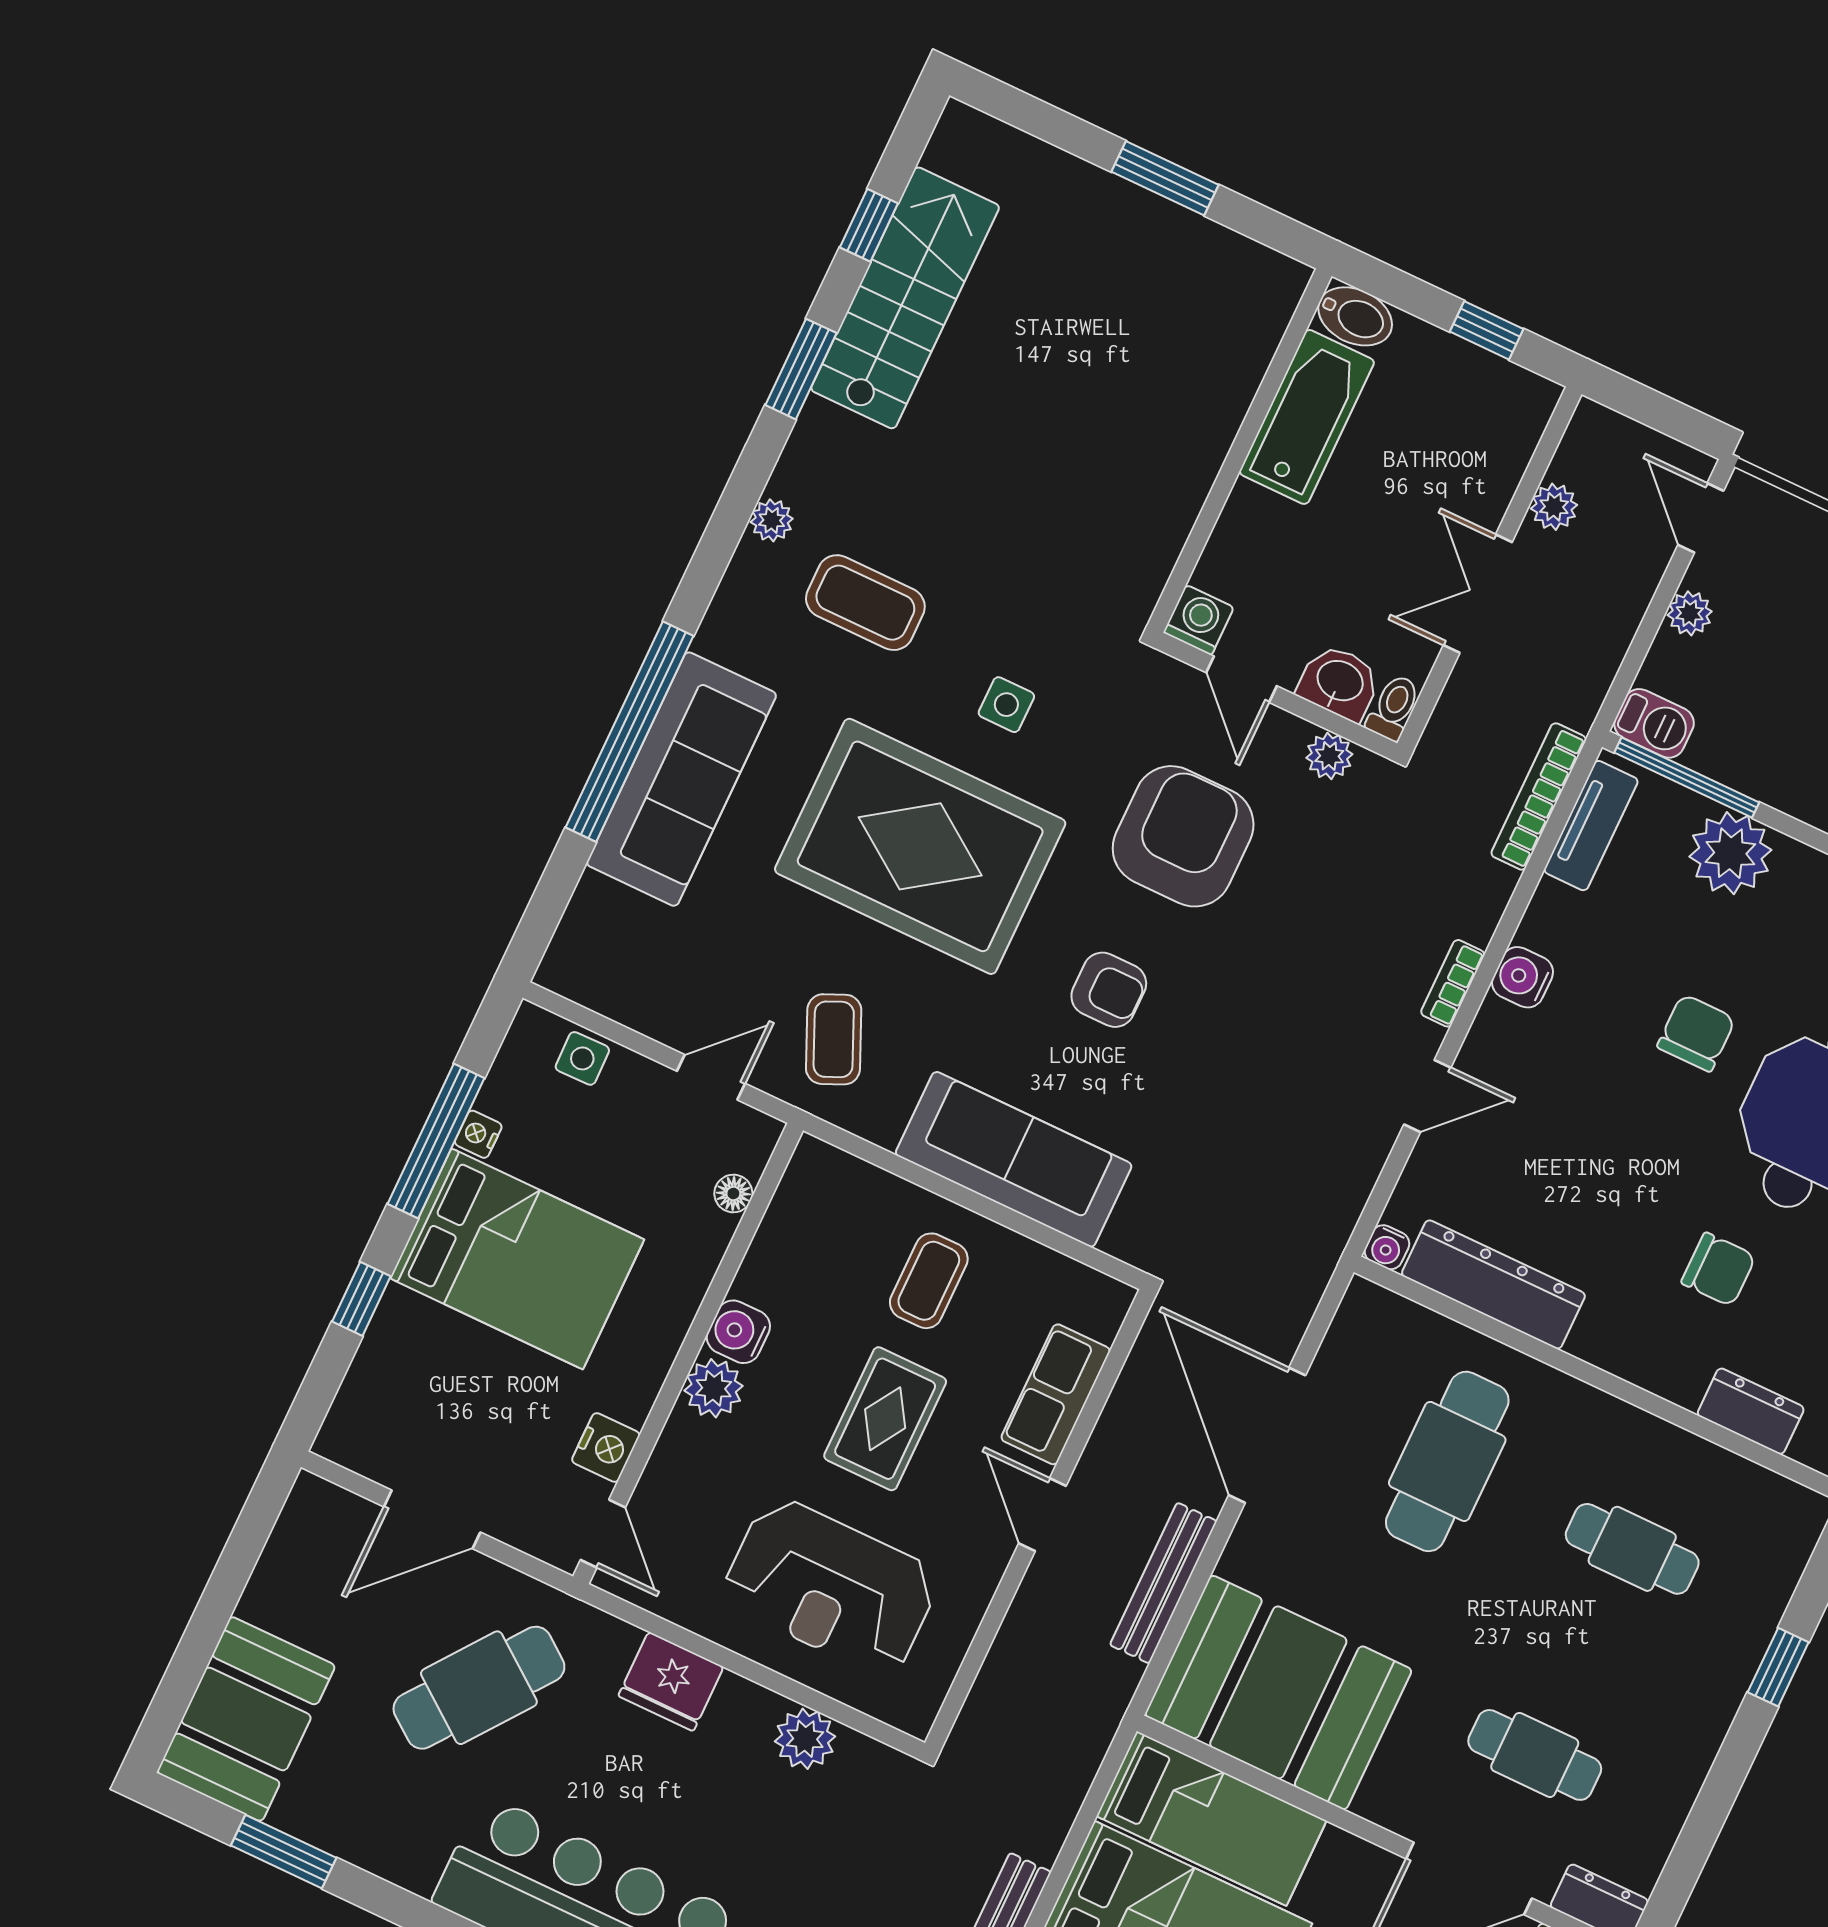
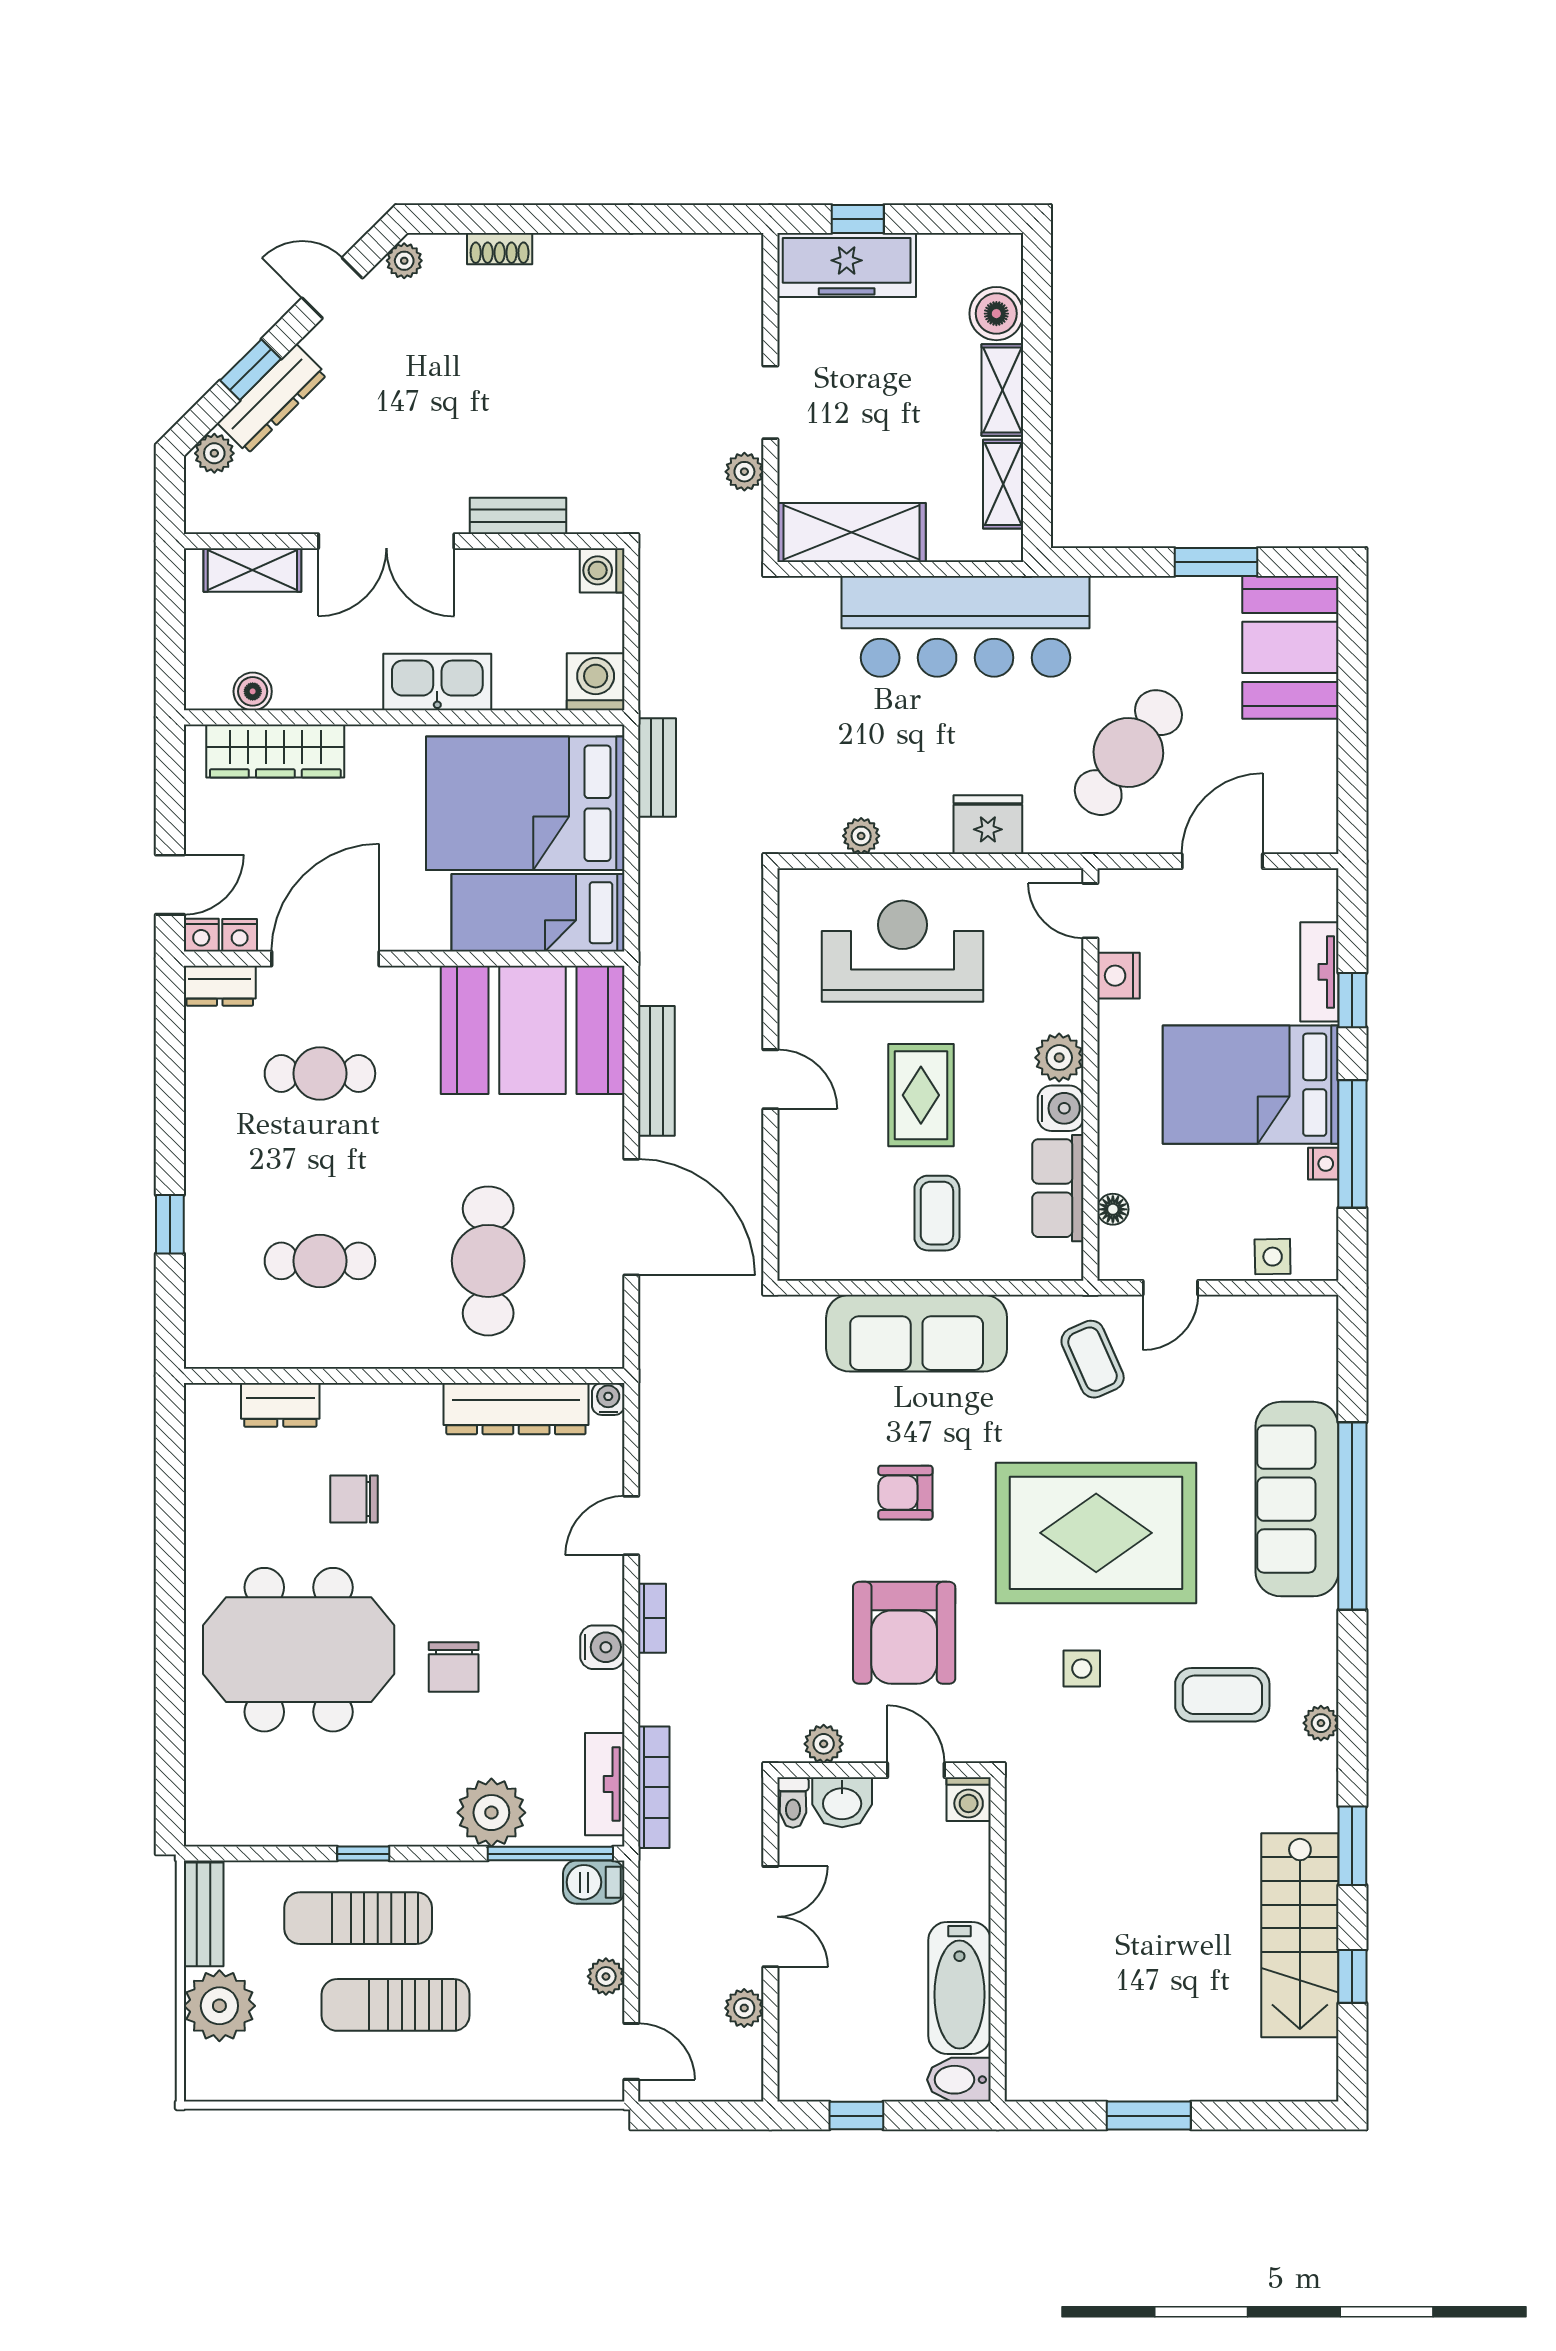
tv unit: (383, 1347) -> (1319, 972), added
row of seats: (1056, 1394) -> (1058, 1188), moved, turned 180
plant: (805, 1739) -> (861, 836), width x0.73, depth x0.73

